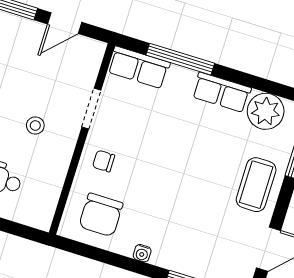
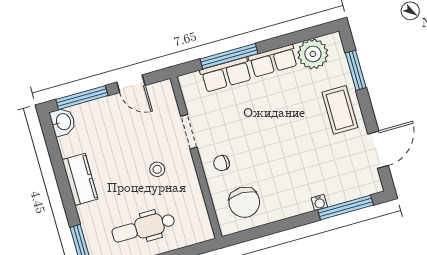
door: (65, 23) -> (131, 84), hinge flipped
row of seats: (139, 67) -> (226, 75), moved
water cooler: (142, 253) -> (319, 202), moved

